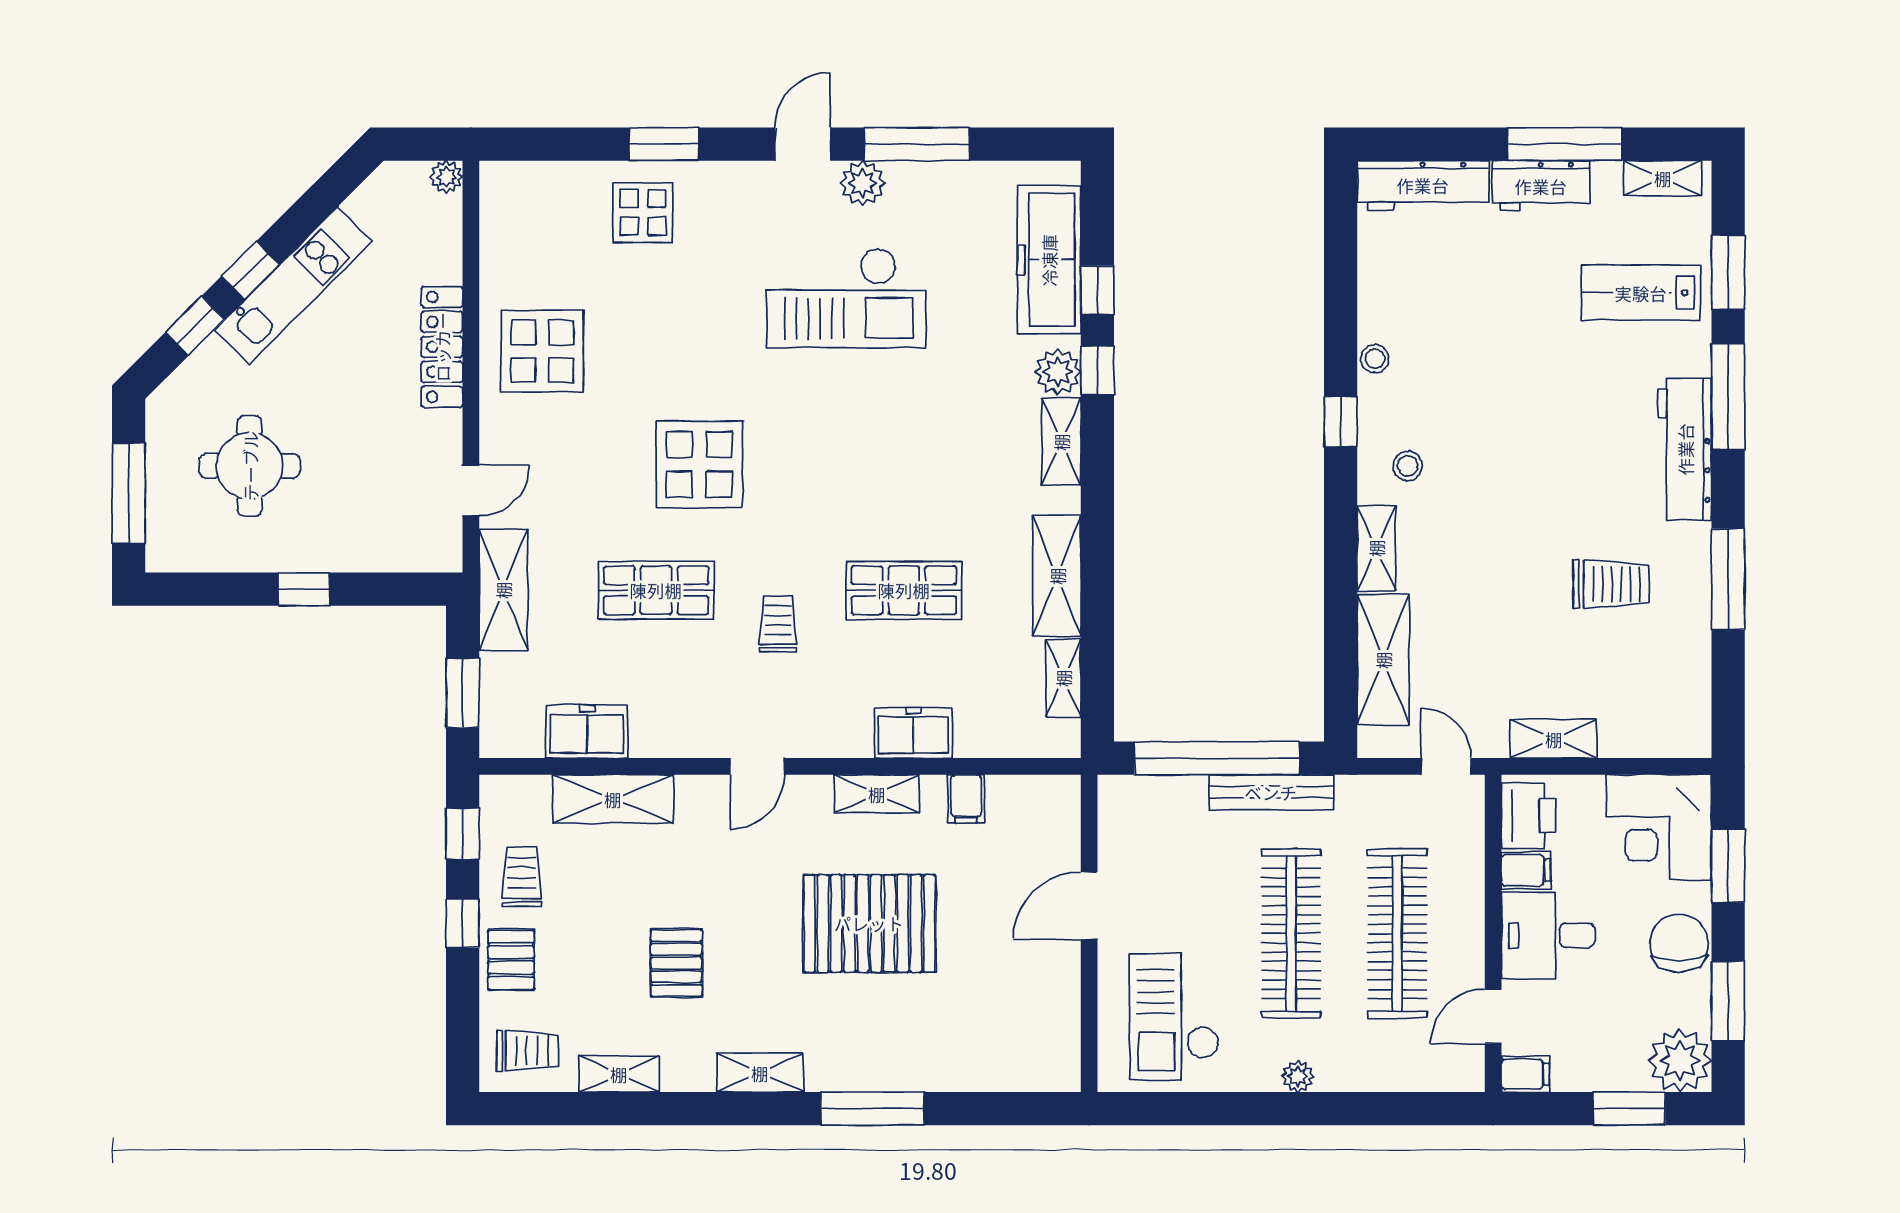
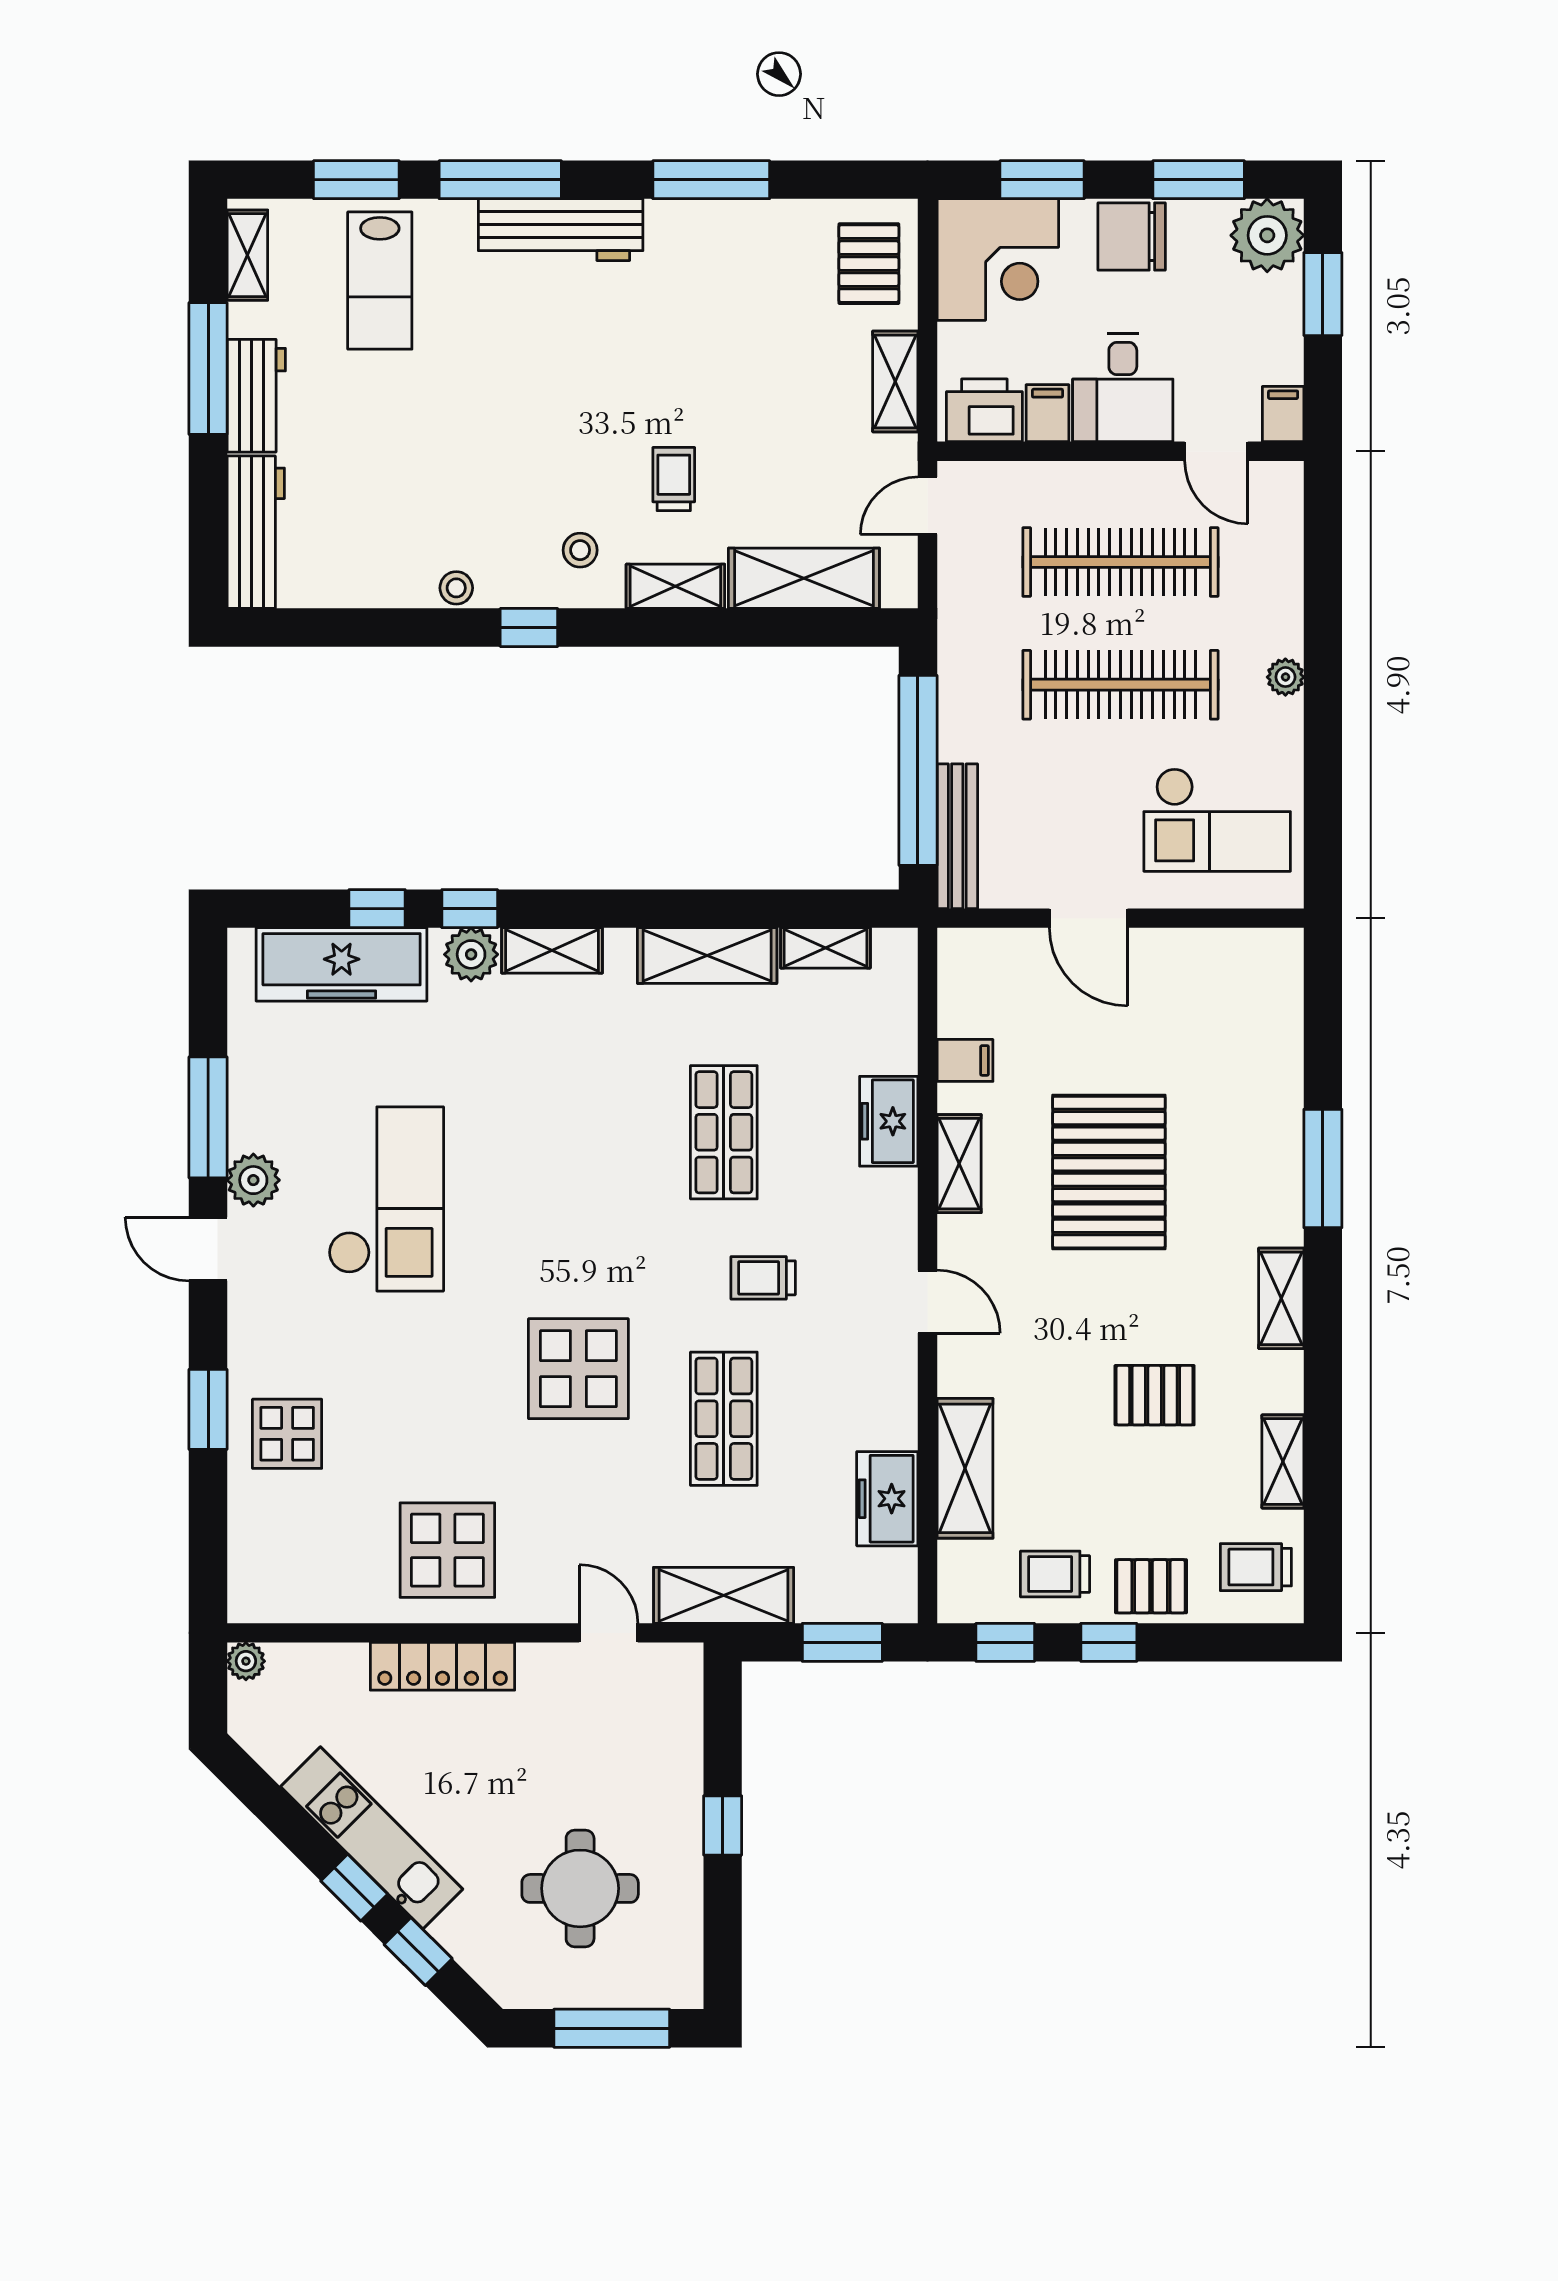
trolley: (1611, 584) -> (674, 479), moved, width x0.73, depth x0.72
pallet: (1655, 716) -> (869, 264), added
bench: (1271, 792) -> (957, 836), moved
trolley: (528, 1051) -> (1256, 1567), turned -90

